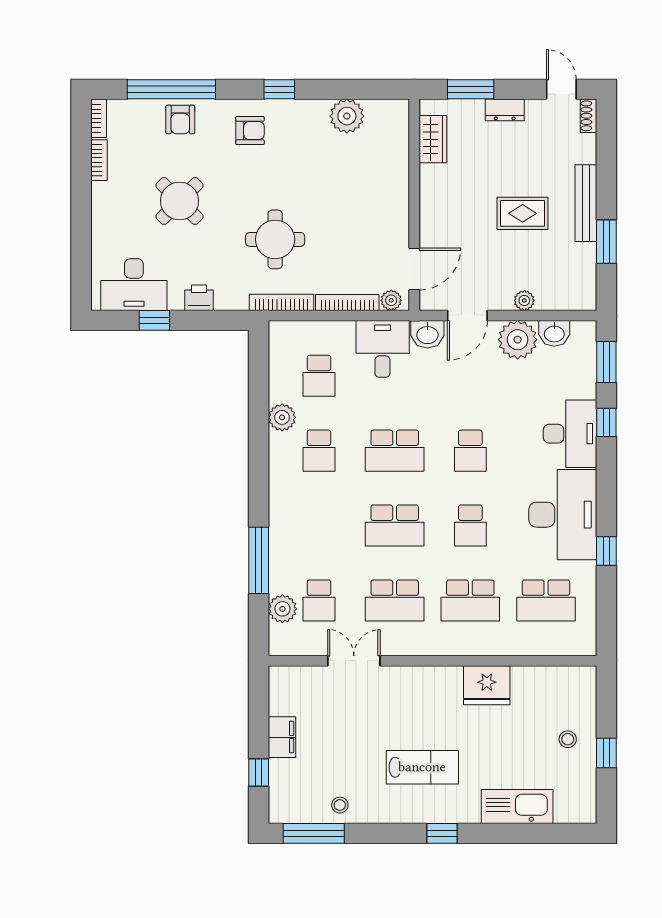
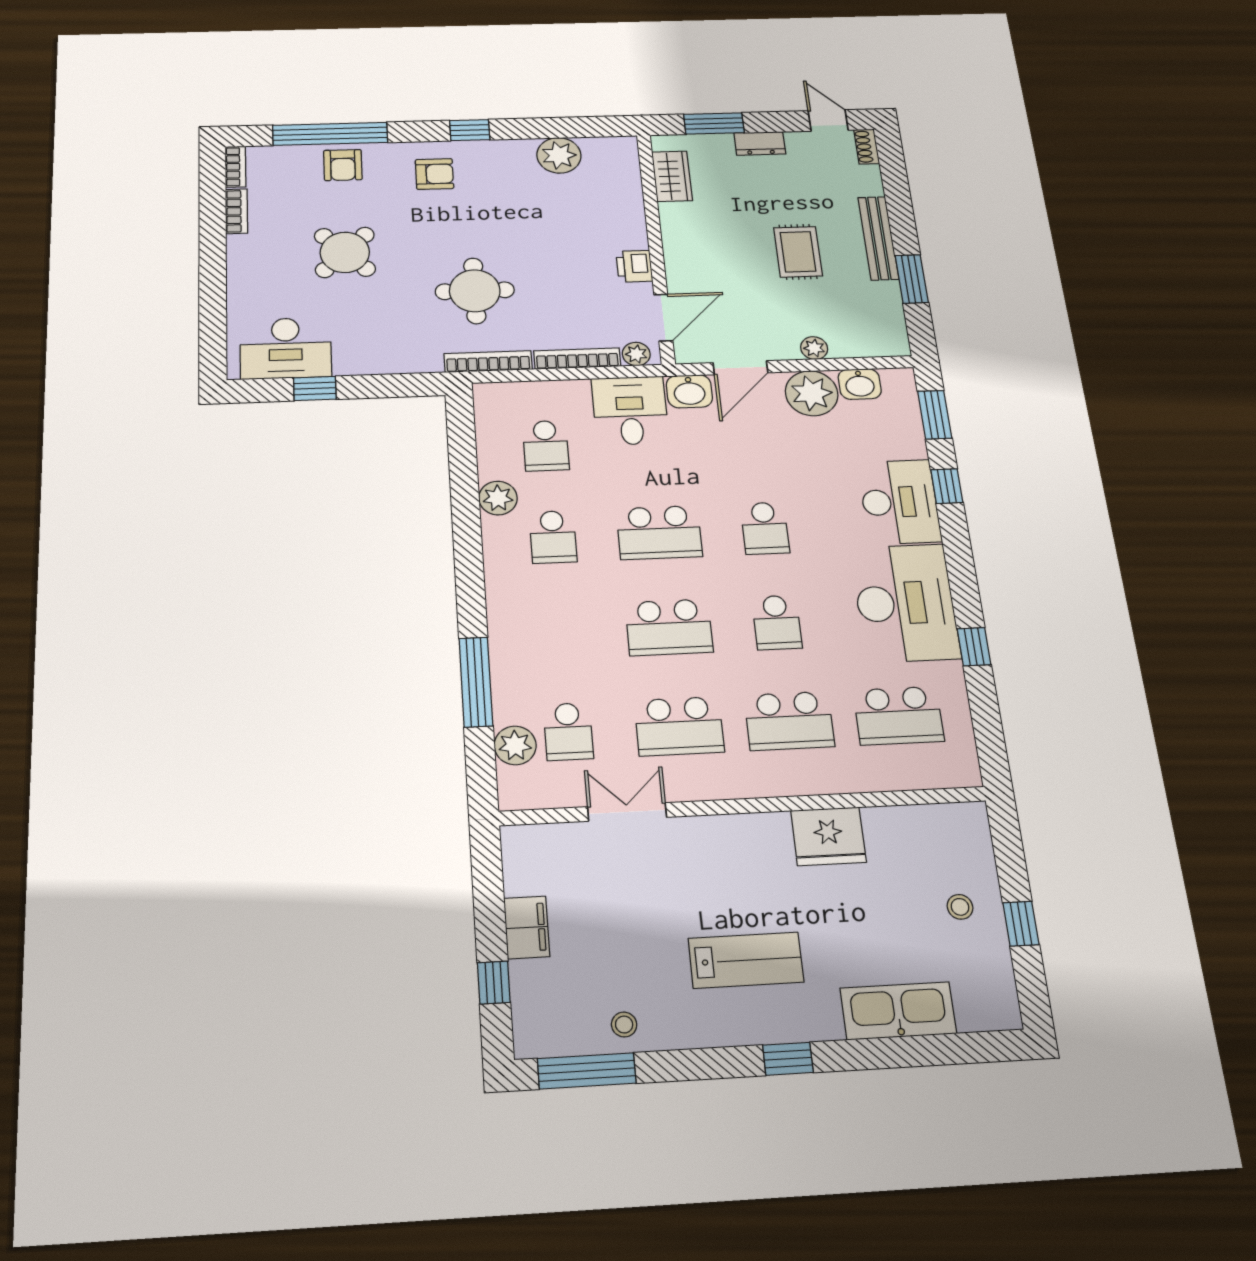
rug: (523, 213) -> (798, 252), turned 90
printer: (199, 298) -> (634, 266), moved, turned -90

